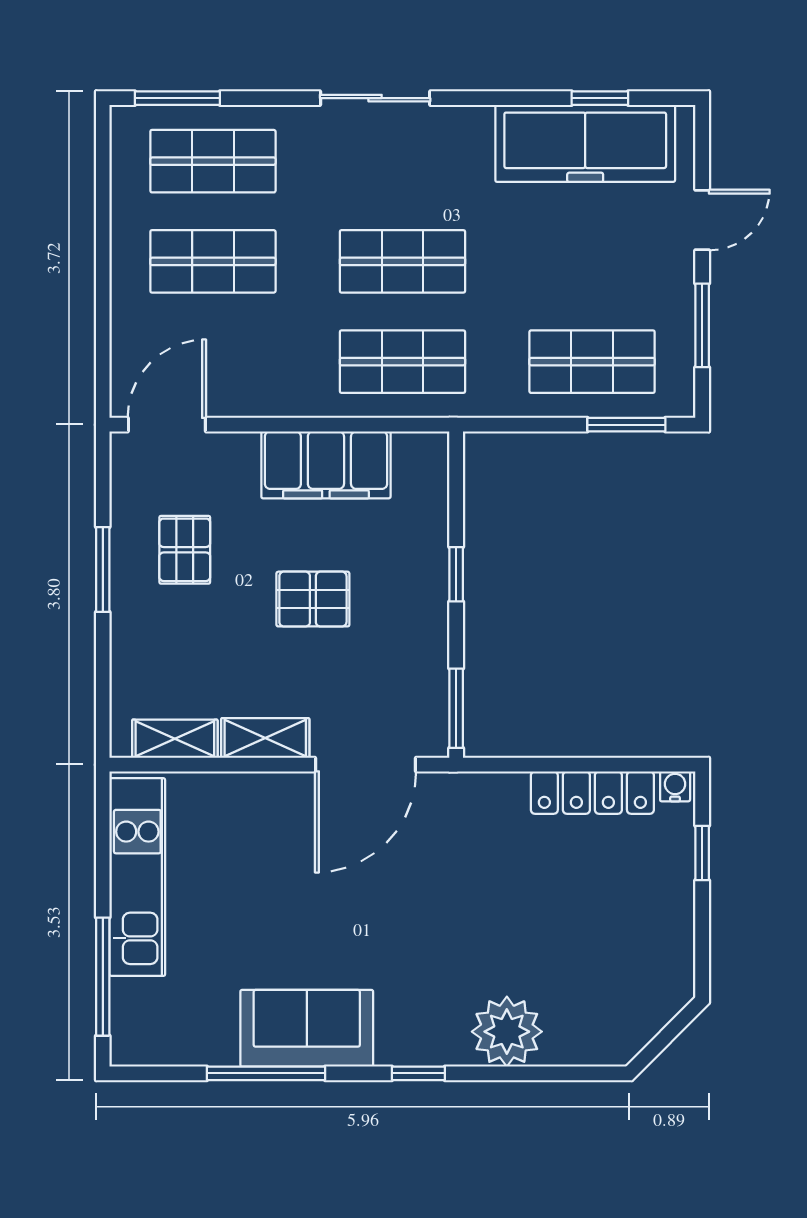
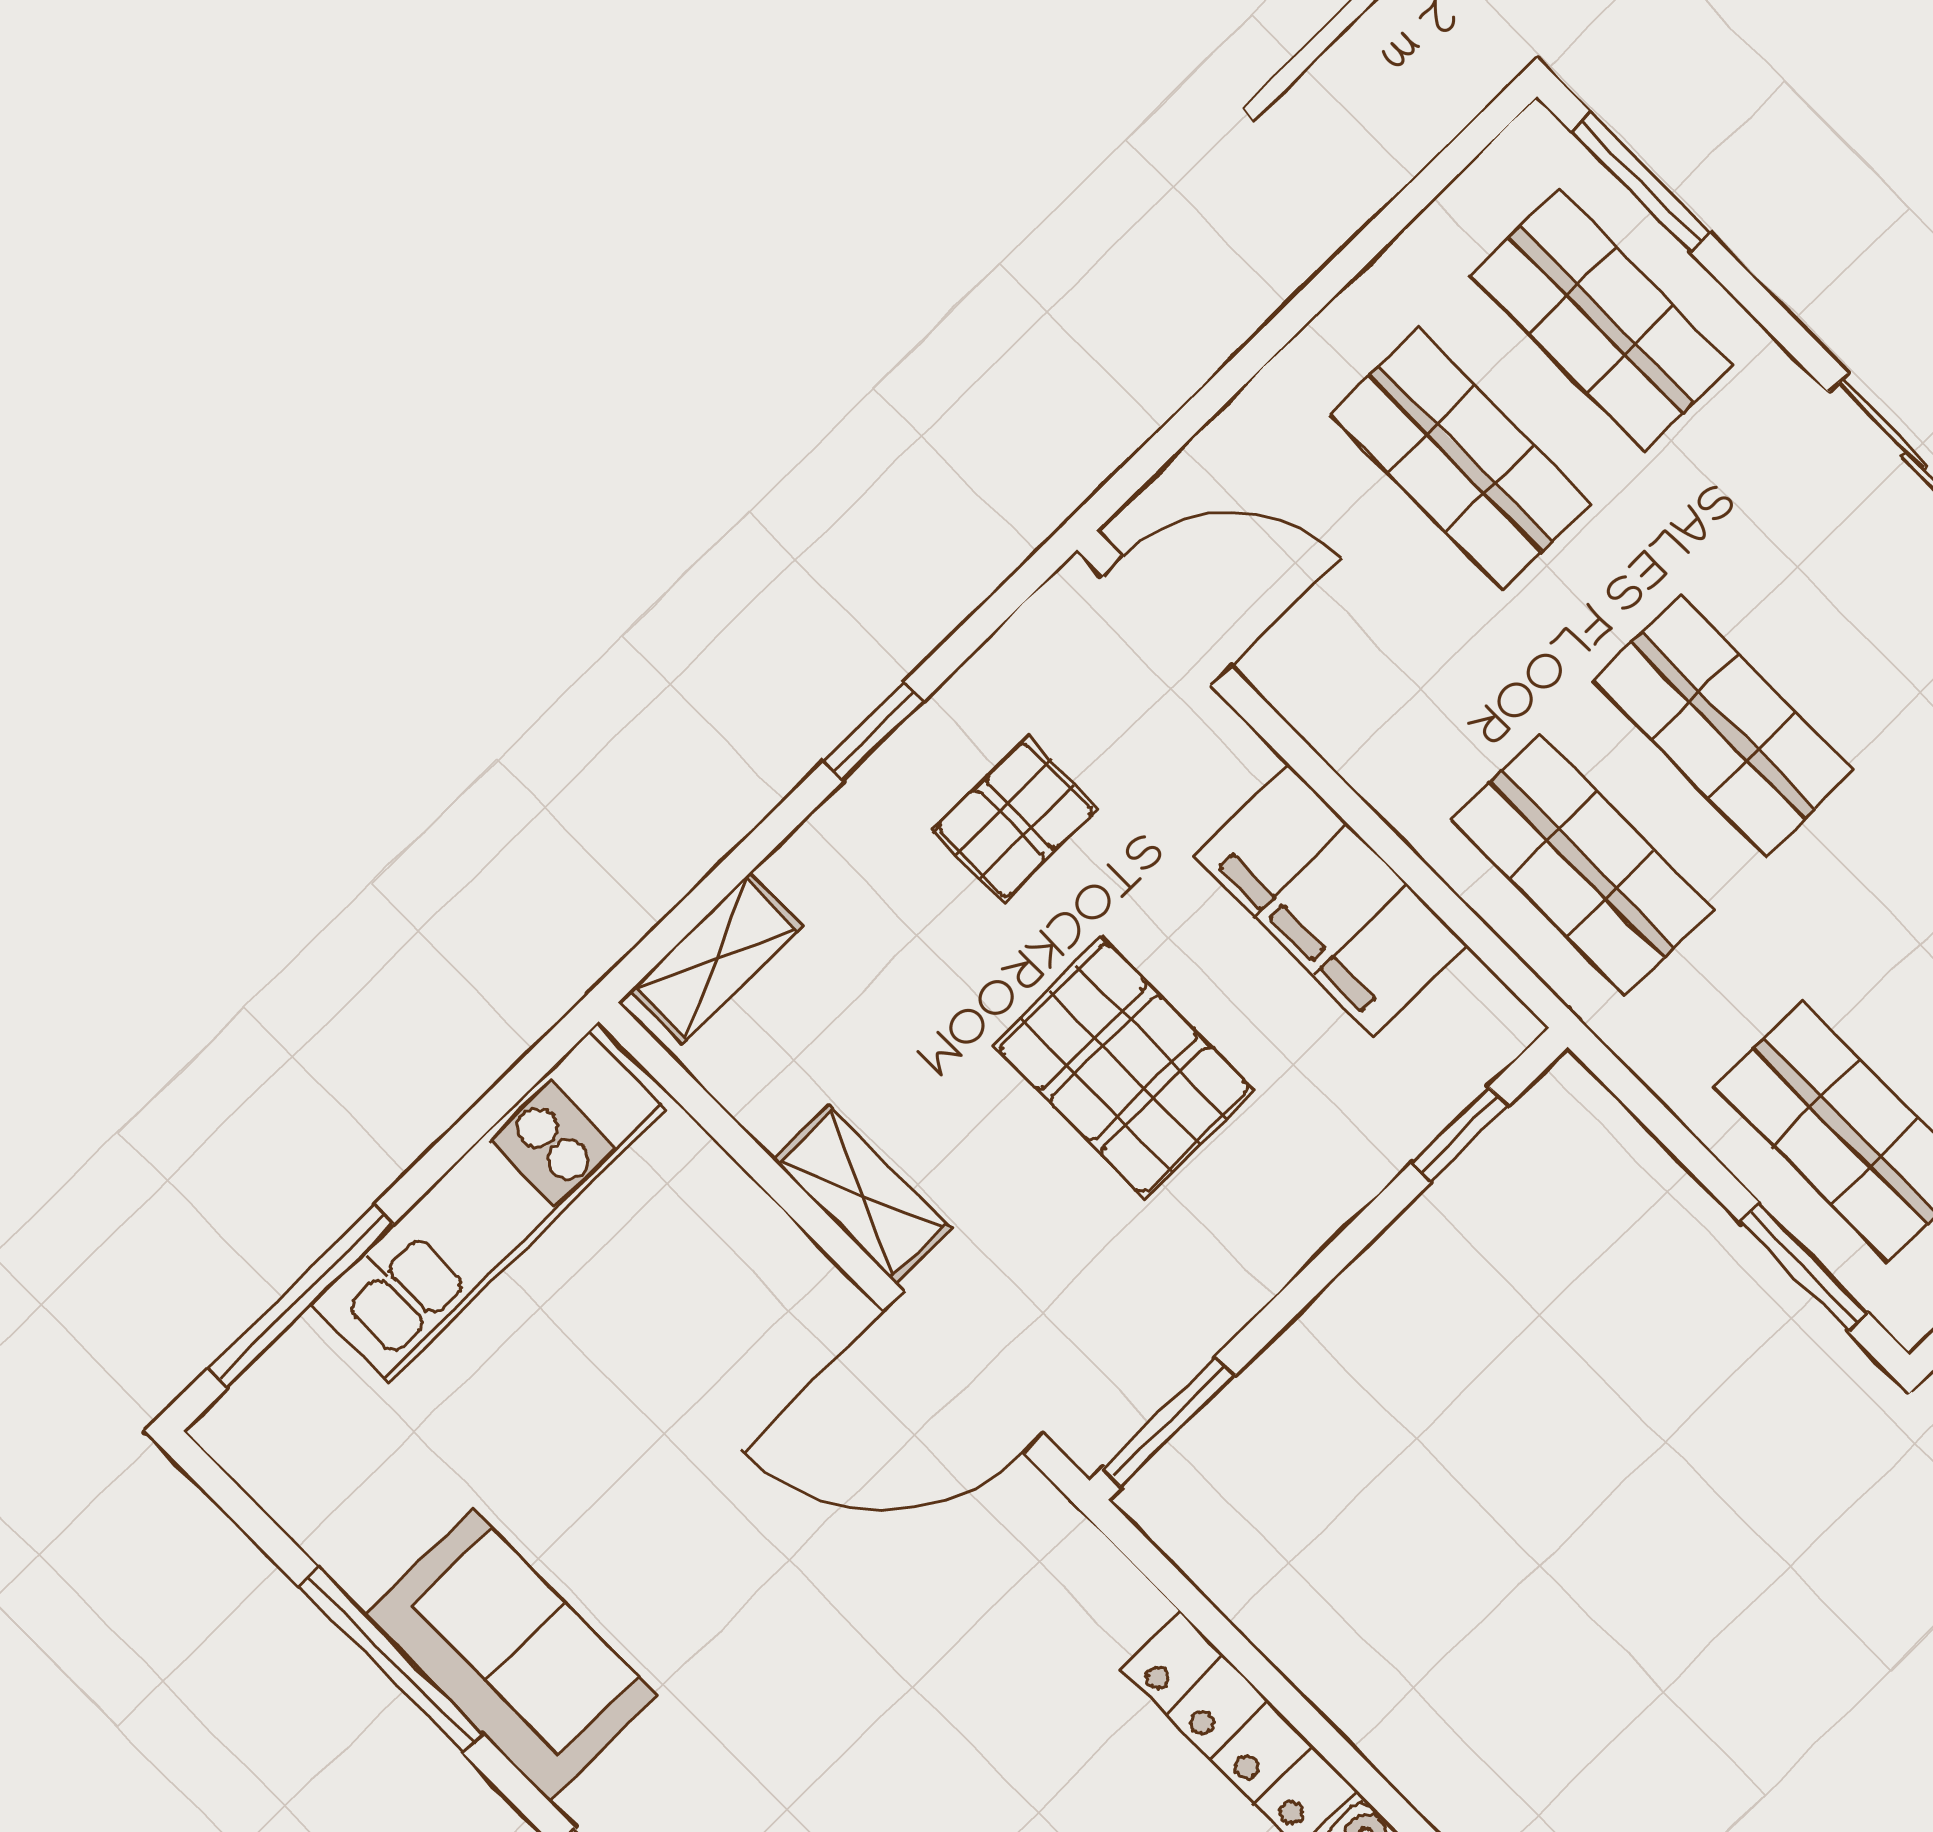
window: (103, 569) -> (874, 731), width x0.67
window: (456, 574) -> (1460, 1134), moved
pallet: (313, 599) -> (1124, 1068), width x1.50, depth x1.42
shelving: (175, 739) -> (716, 959), moved, turned 90

